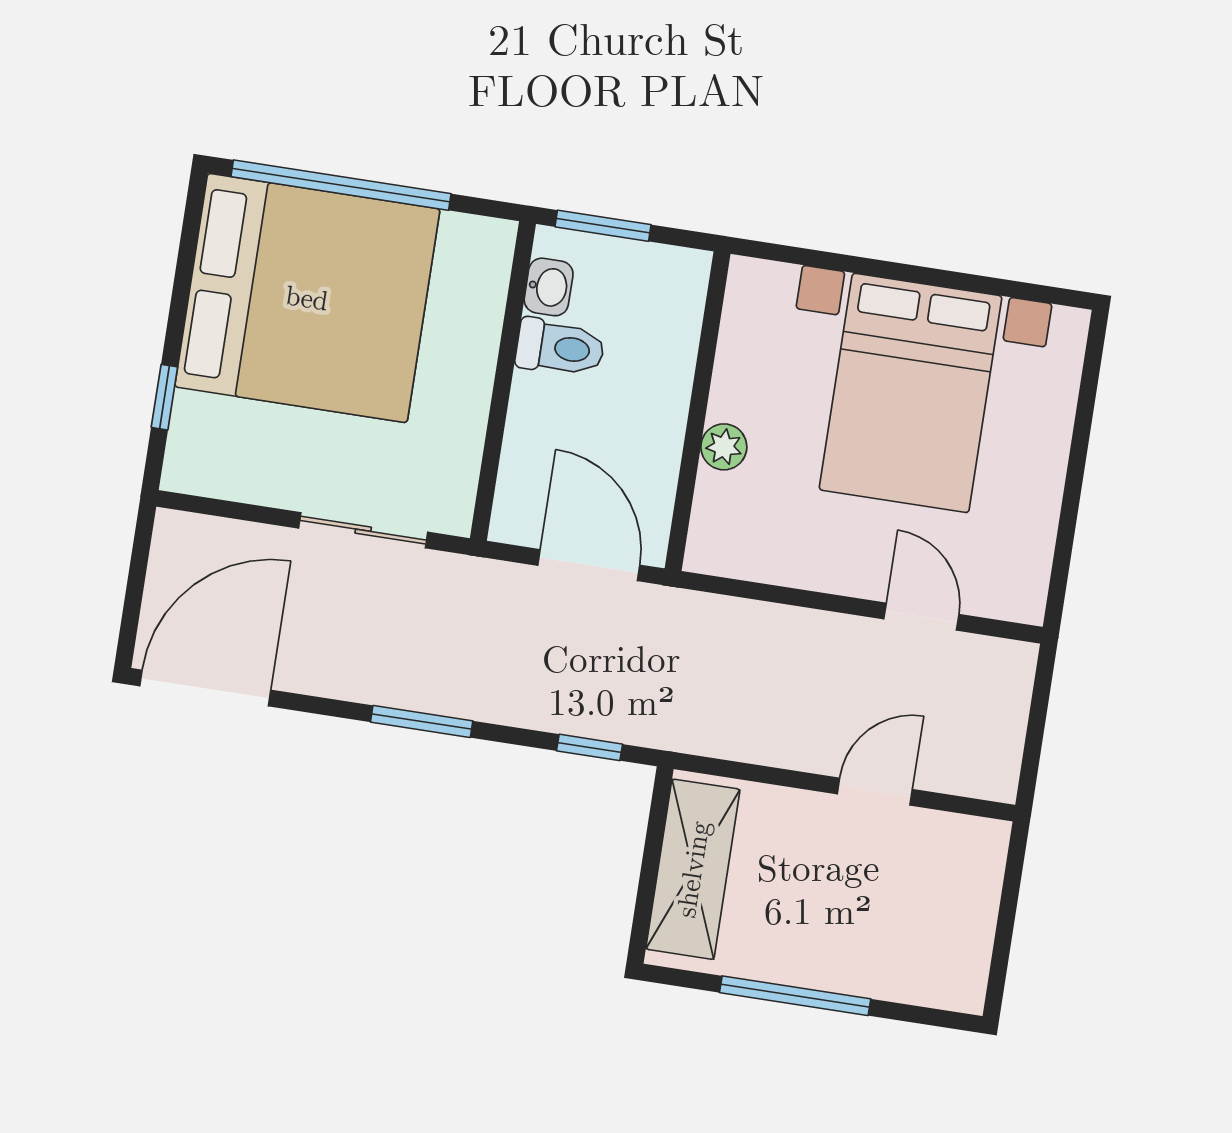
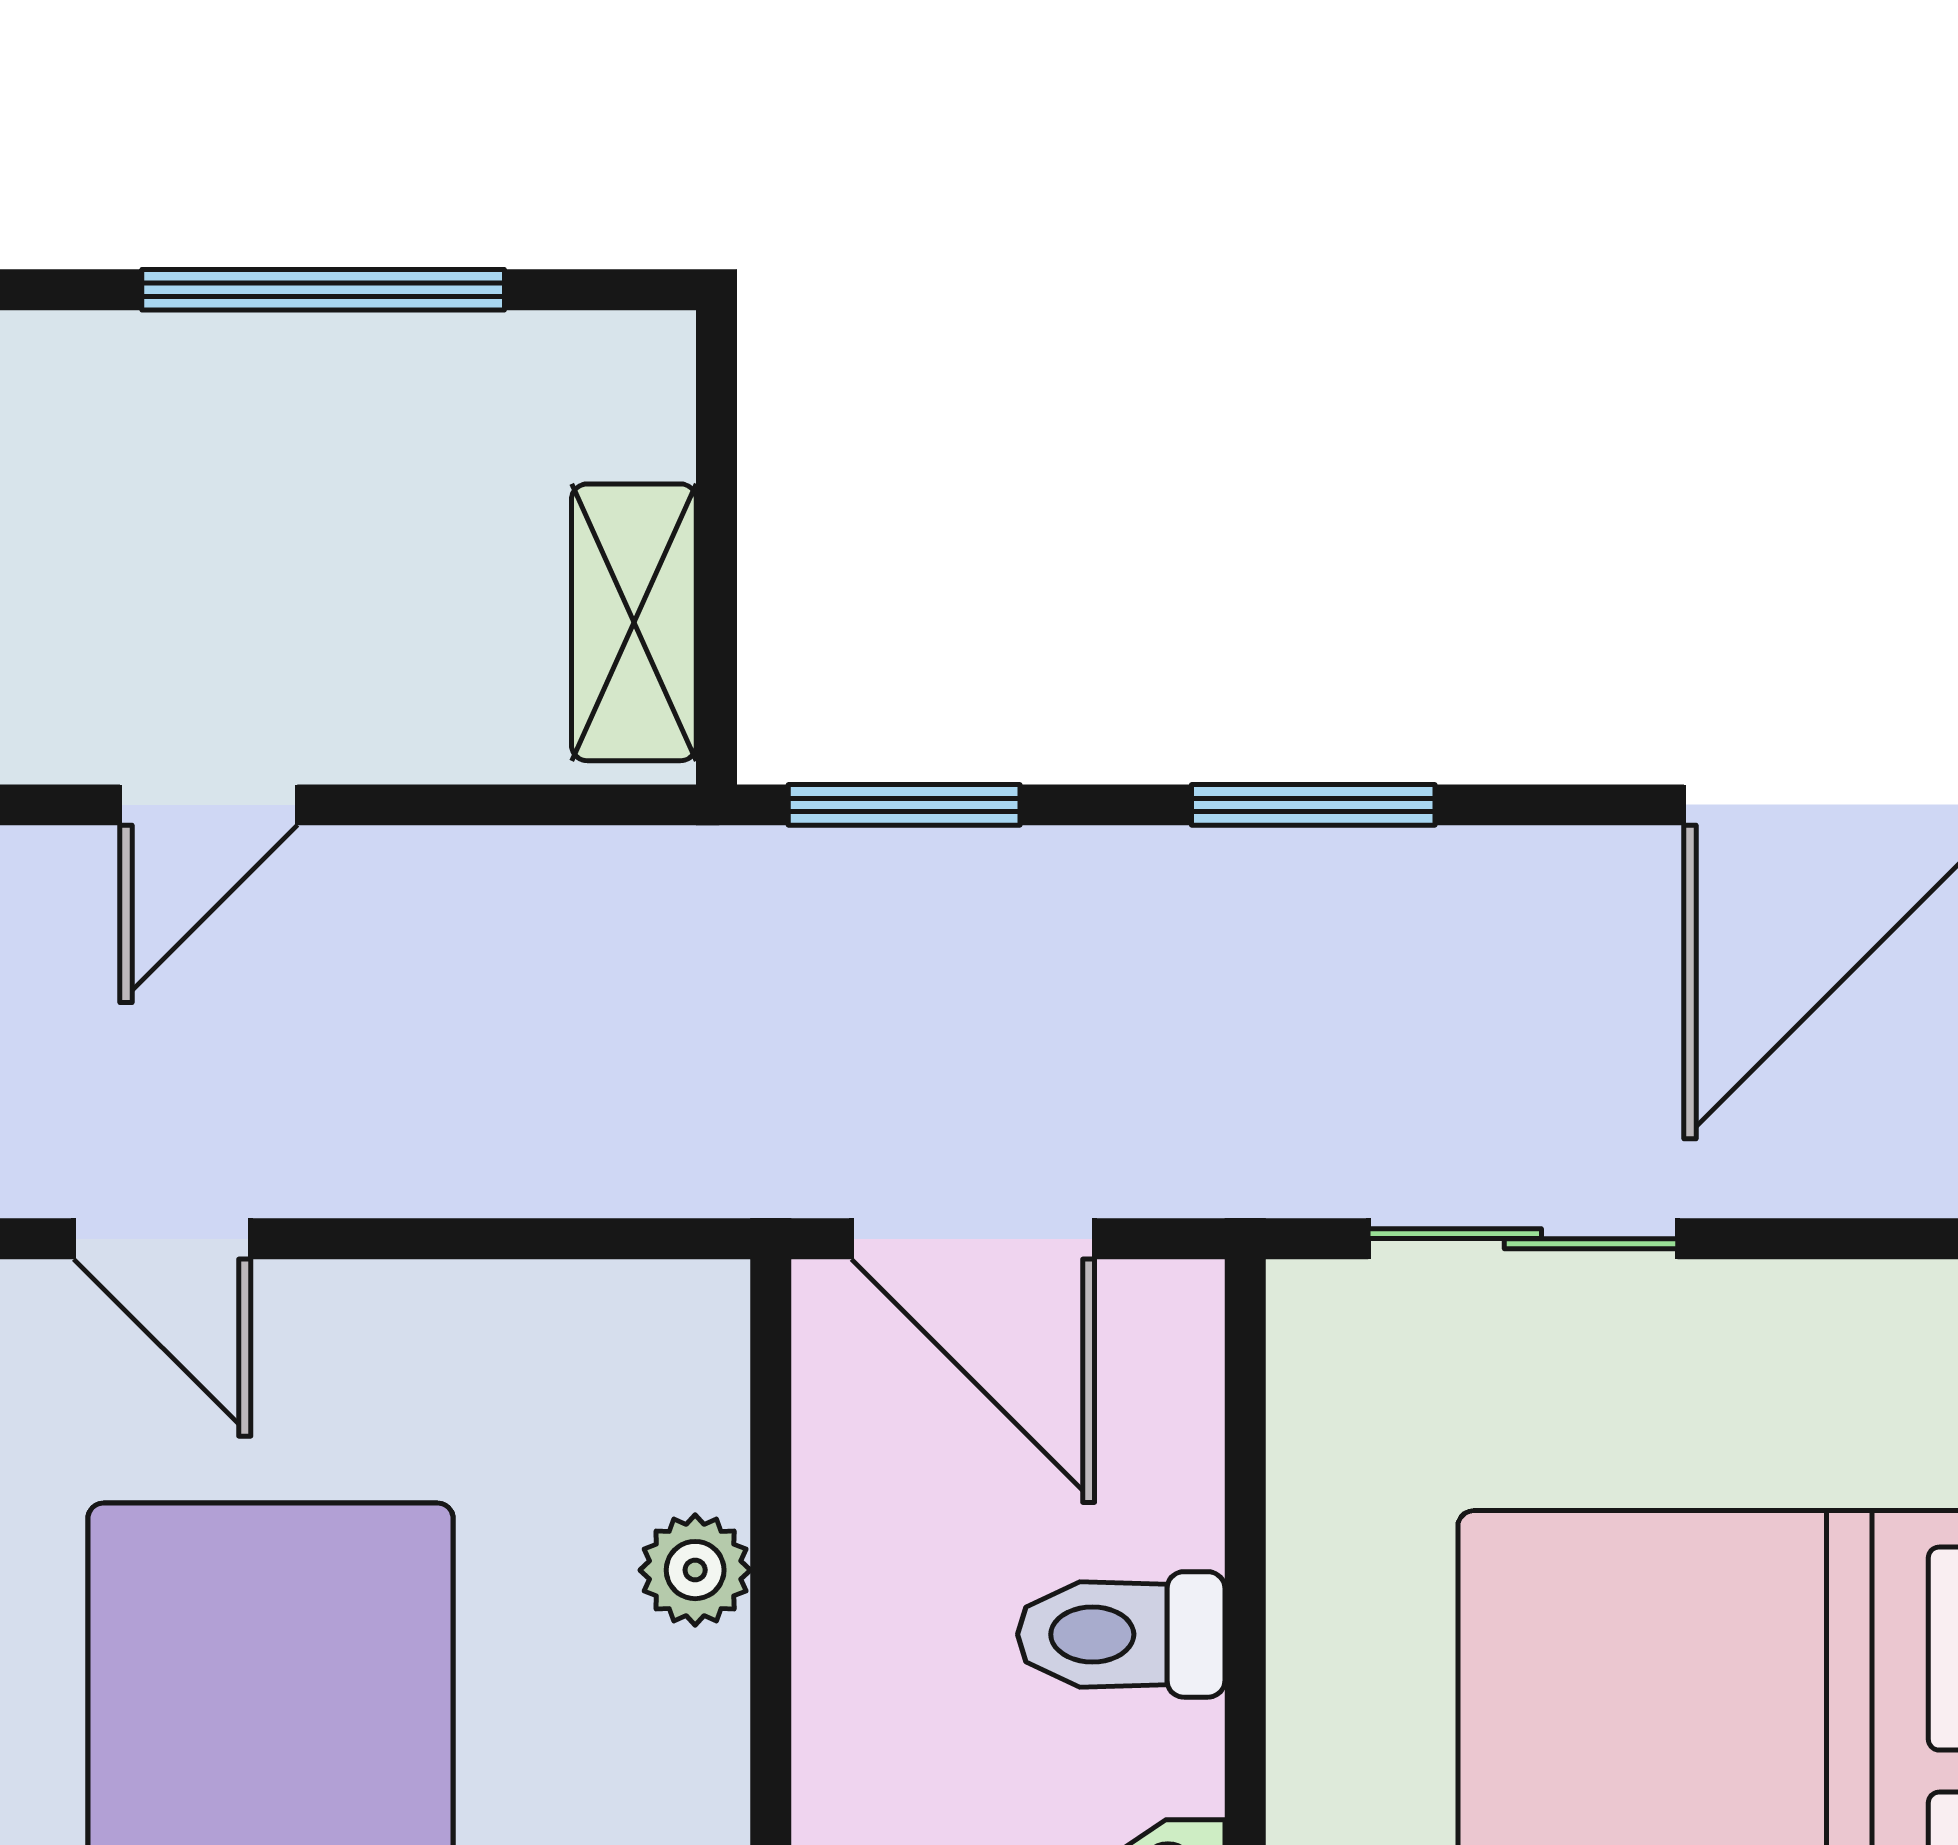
toilet: (560, 348) -> (1121, 1634), moved
window: (589, 747) -> (904, 805), width x1.50
shelving: (693, 869) -> (634, 622), width x0.67, depth x0.75

